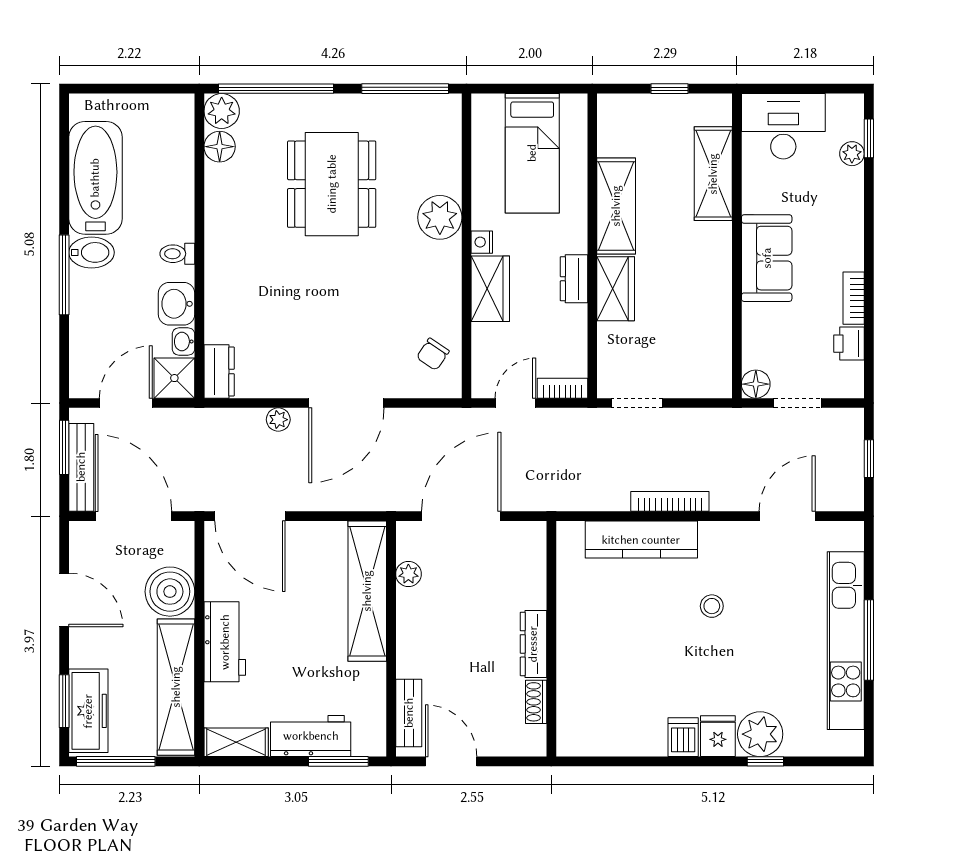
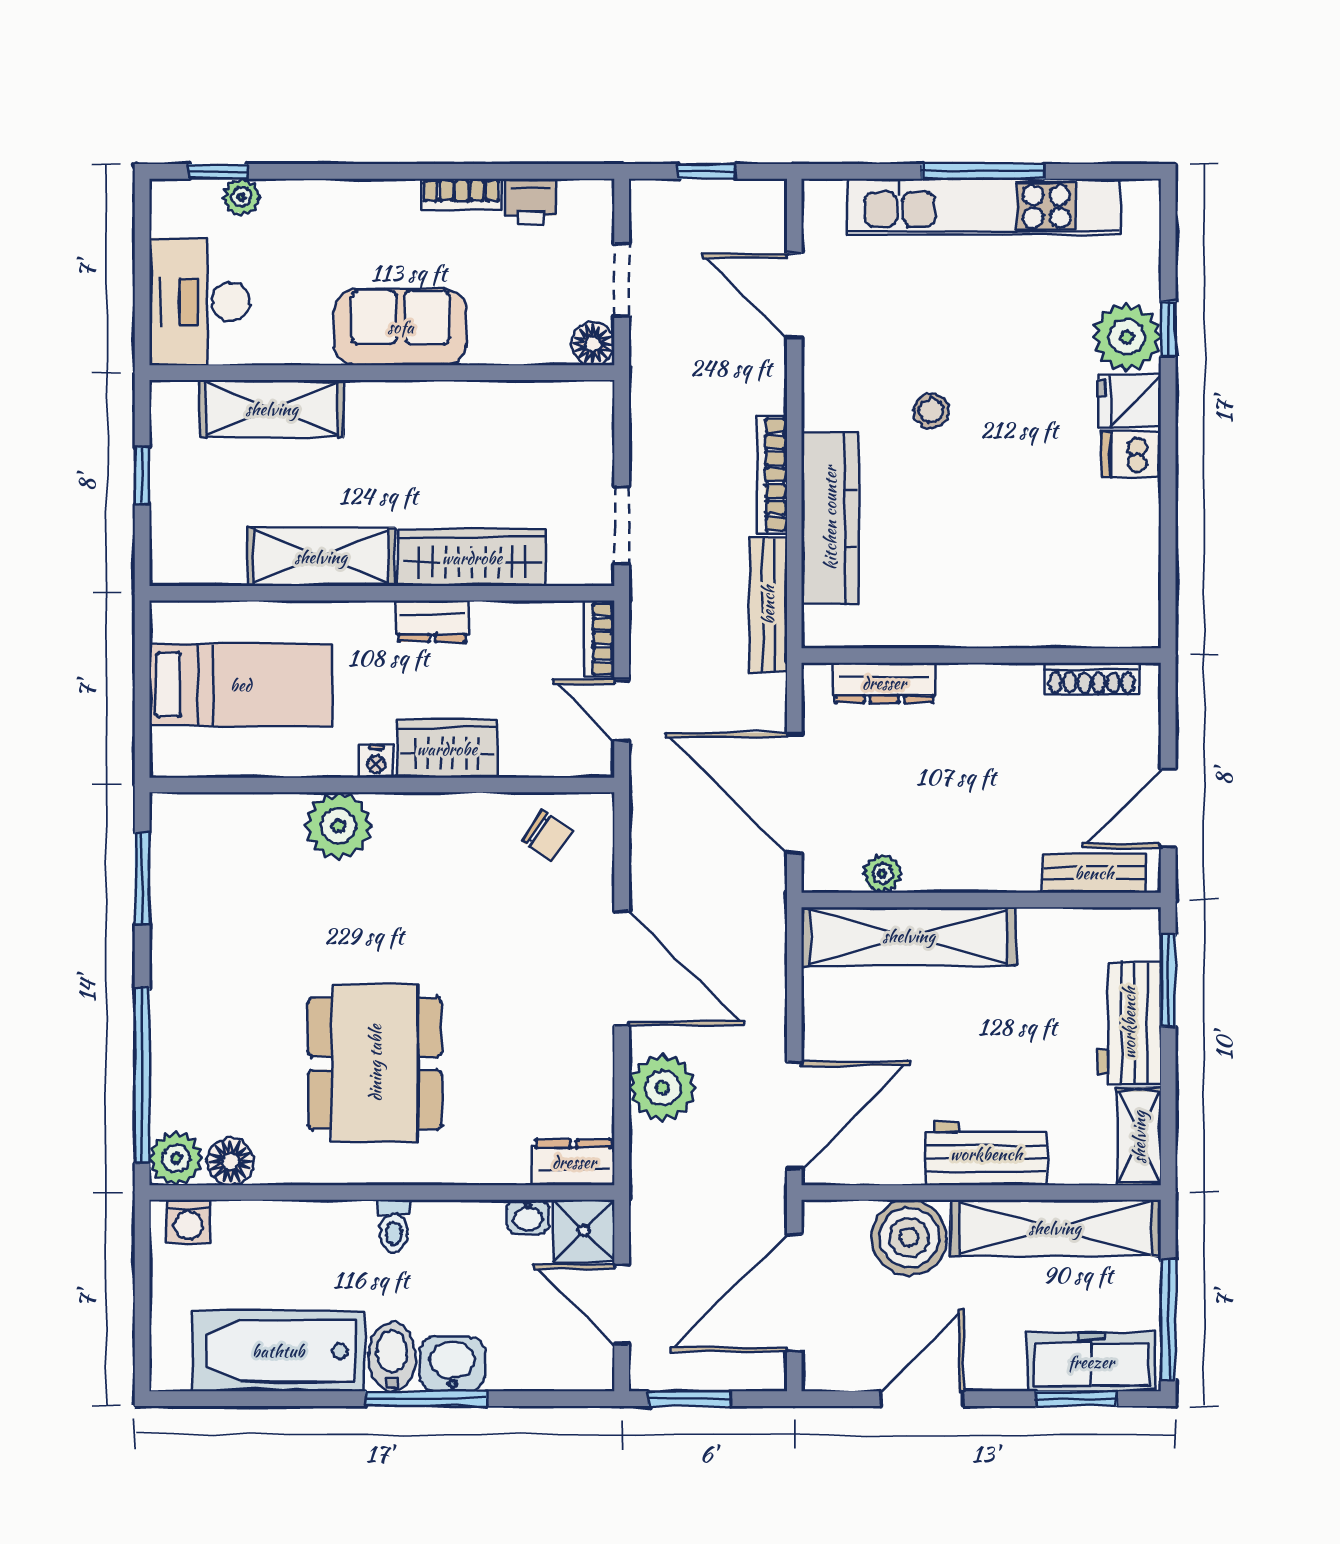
window: (405, 89) -> (142, 878), width x0.69
washing machine: (180, 119) -> (188, 1222), added
dining table: (332, 184) -> (375, 1063), moved, turned 90
wardrobe: (616, 289) -> (472, 558), width x1.50
washbasin: (177, 304) -> (452, 1364), moved, turned 180
plant: (278, 420) -> (662, 1088), width x1.88, depth x1.88
bench: (81, 467) -> (768, 605), moved, turned 90
dresser: (533, 644) -> (884, 683), moved
shoe rack: (536, 702) -> (1092, 679), width x1.43

